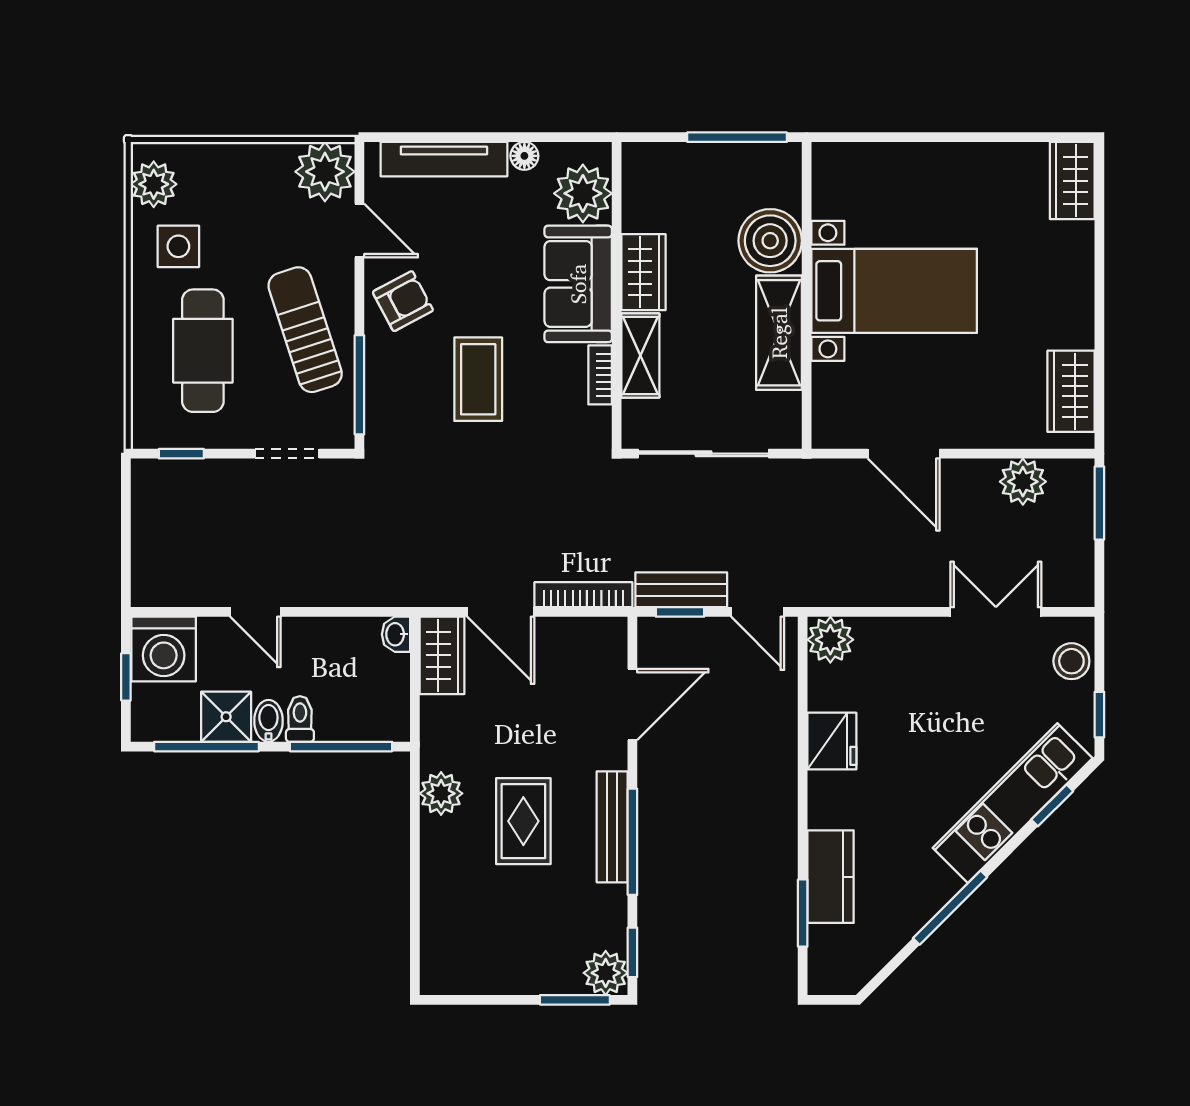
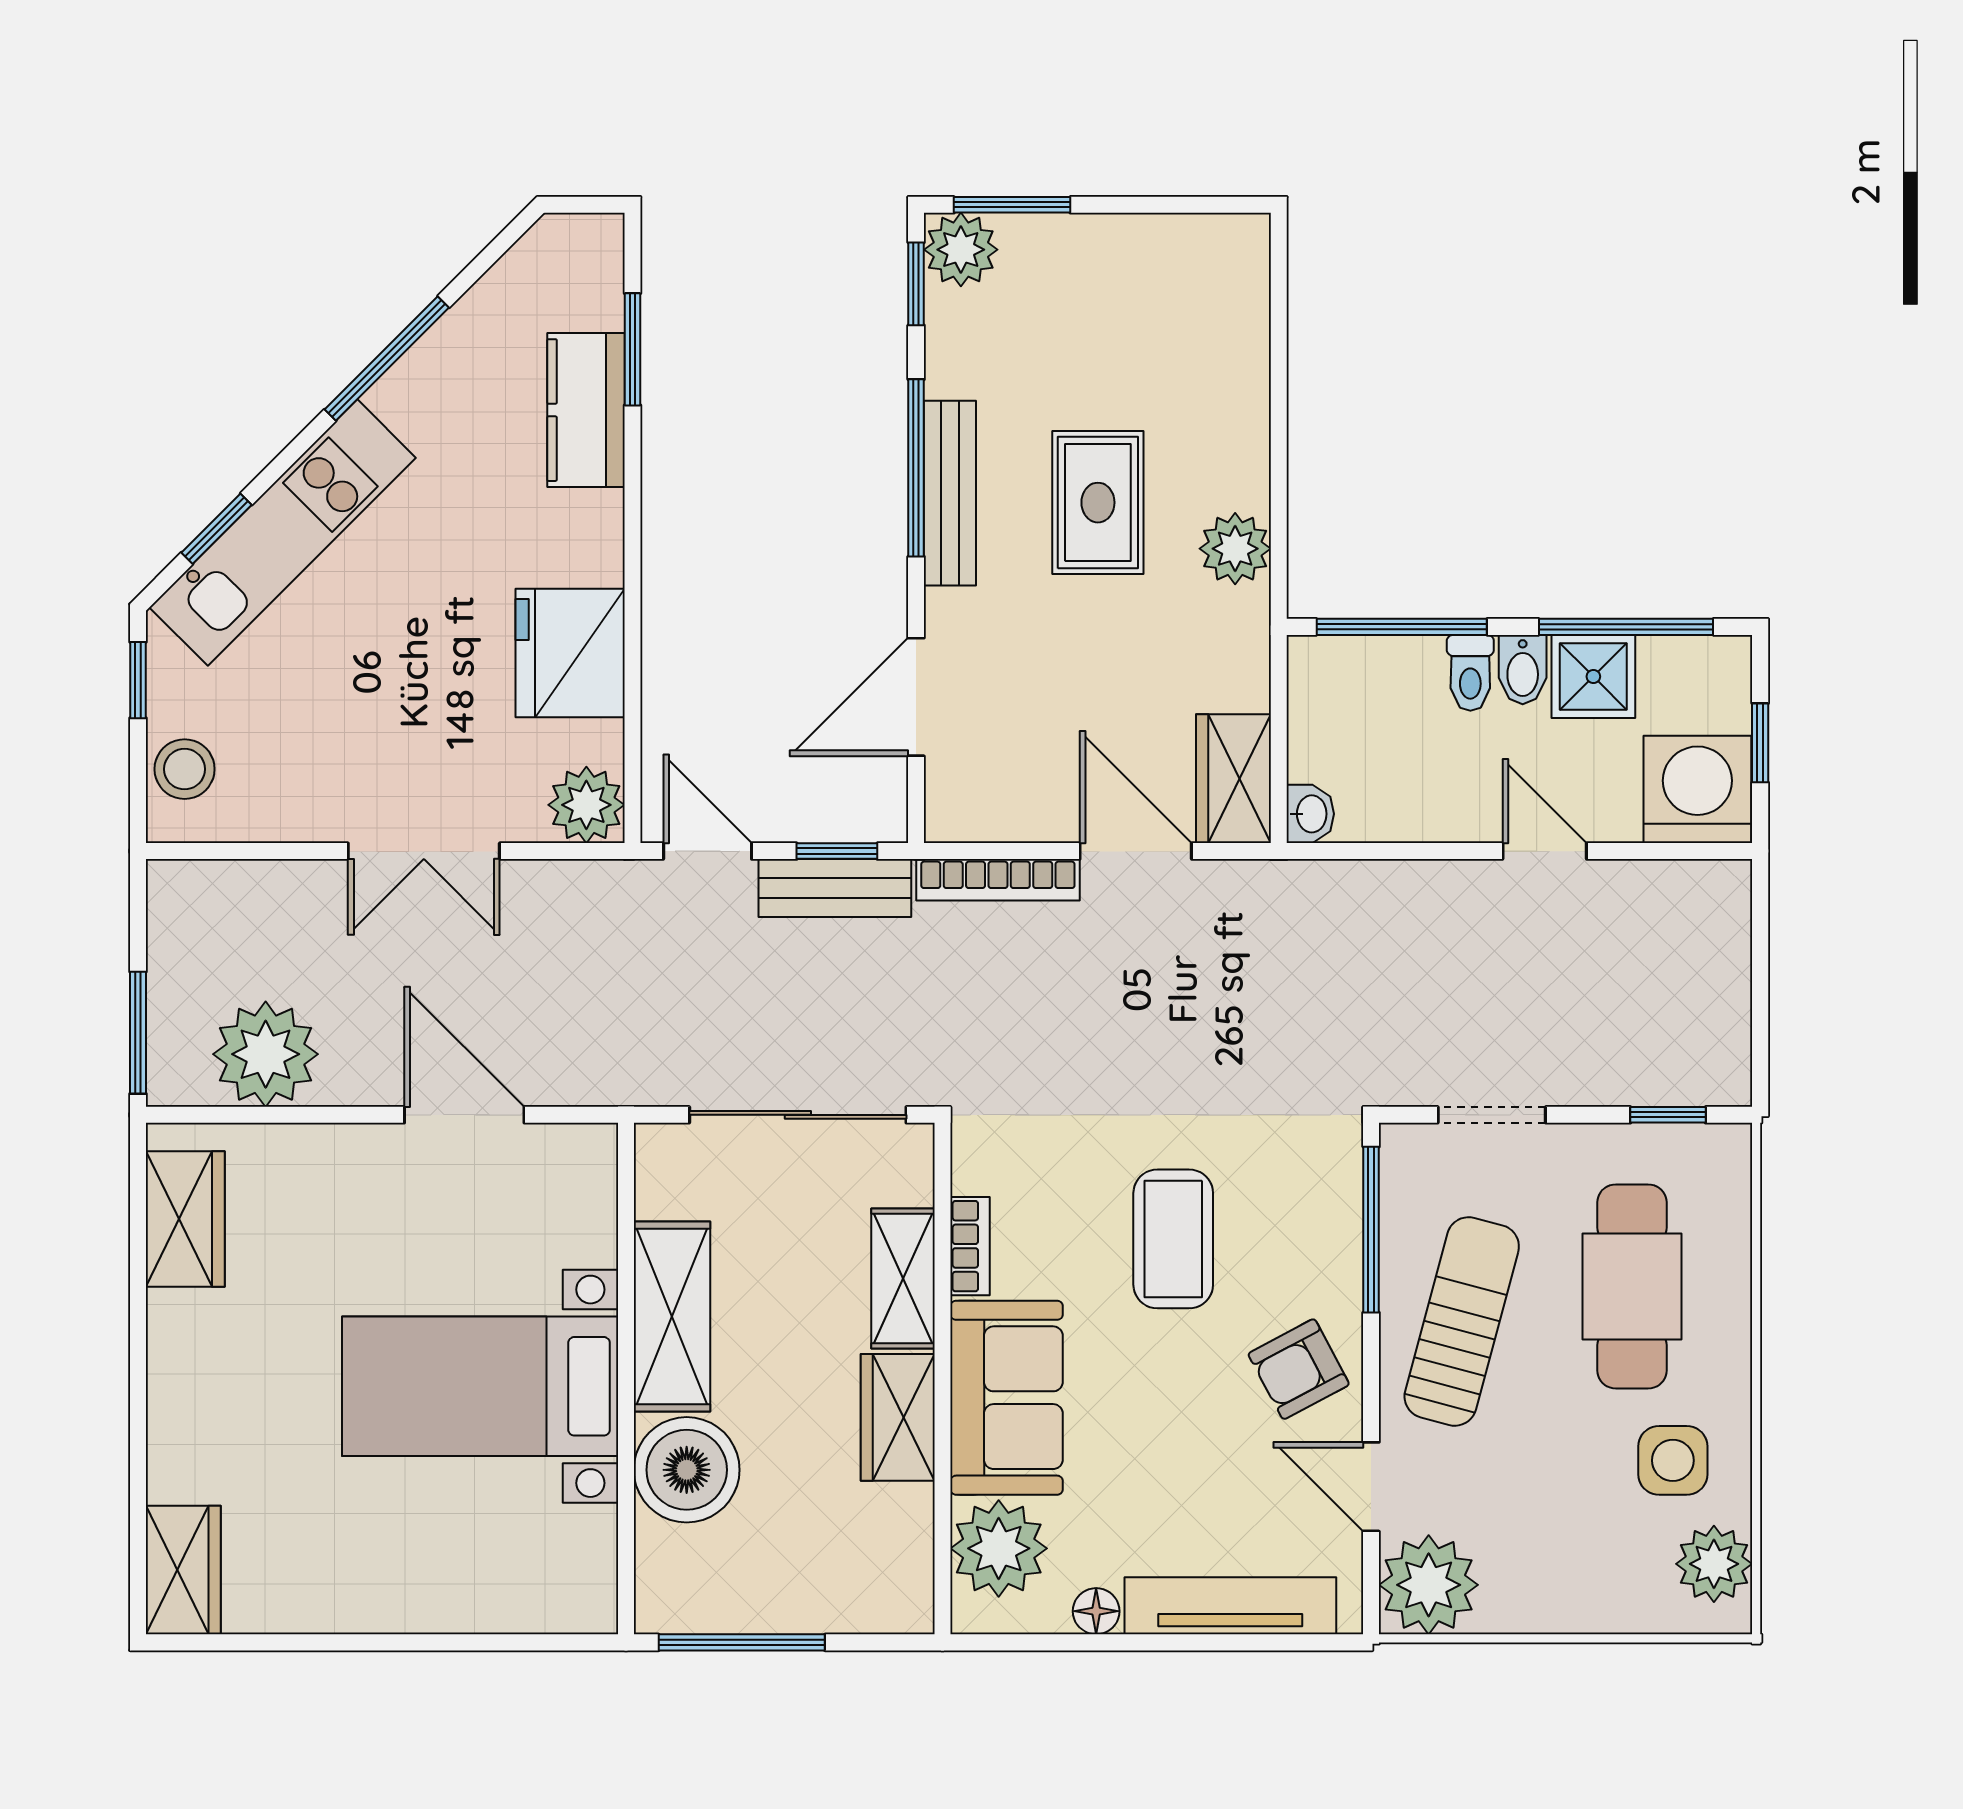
sun lounger: (305, 330) -> (1462, 1321), turned -147
plant: (1023, 482) -> (266, 1054), width x1.36, depth x1.36
double door: (996, 612) -> (424, 851), moved
fridge: (832, 741) -> (570, 653), width x1.36, depth x1.34

